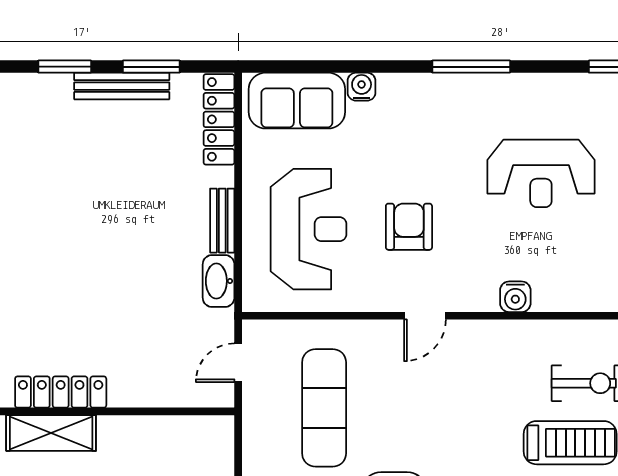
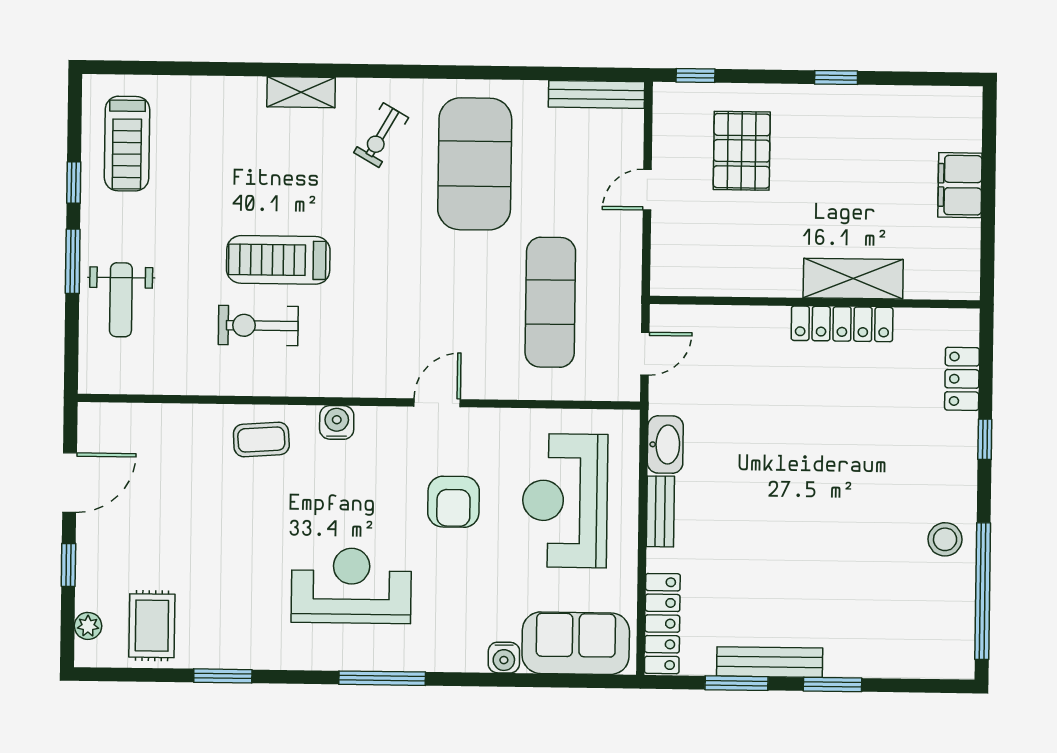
reception desk: (541, 173) -> (351, 586), moved
coffee table: (583, 280) -> (261, 439), added

